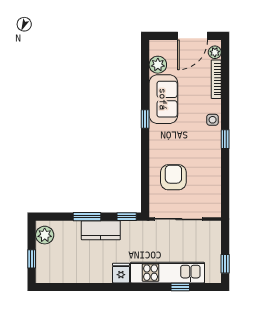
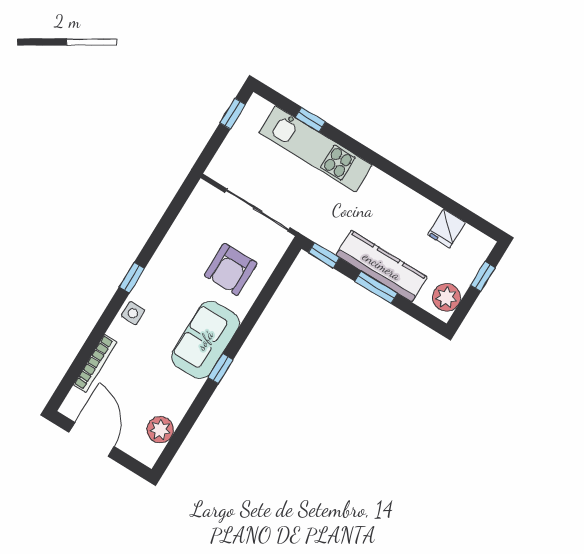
door: (193, 36) -> (91, 439), hinge flipped
plant: (215, 52) -> (75, 400), removed
sofa: (163, 99) -> (205, 340), moved
kitchen counter: (101, 230) -> (382, 266), width x1.50
fridge: (121, 273) -> (446, 229), moved

